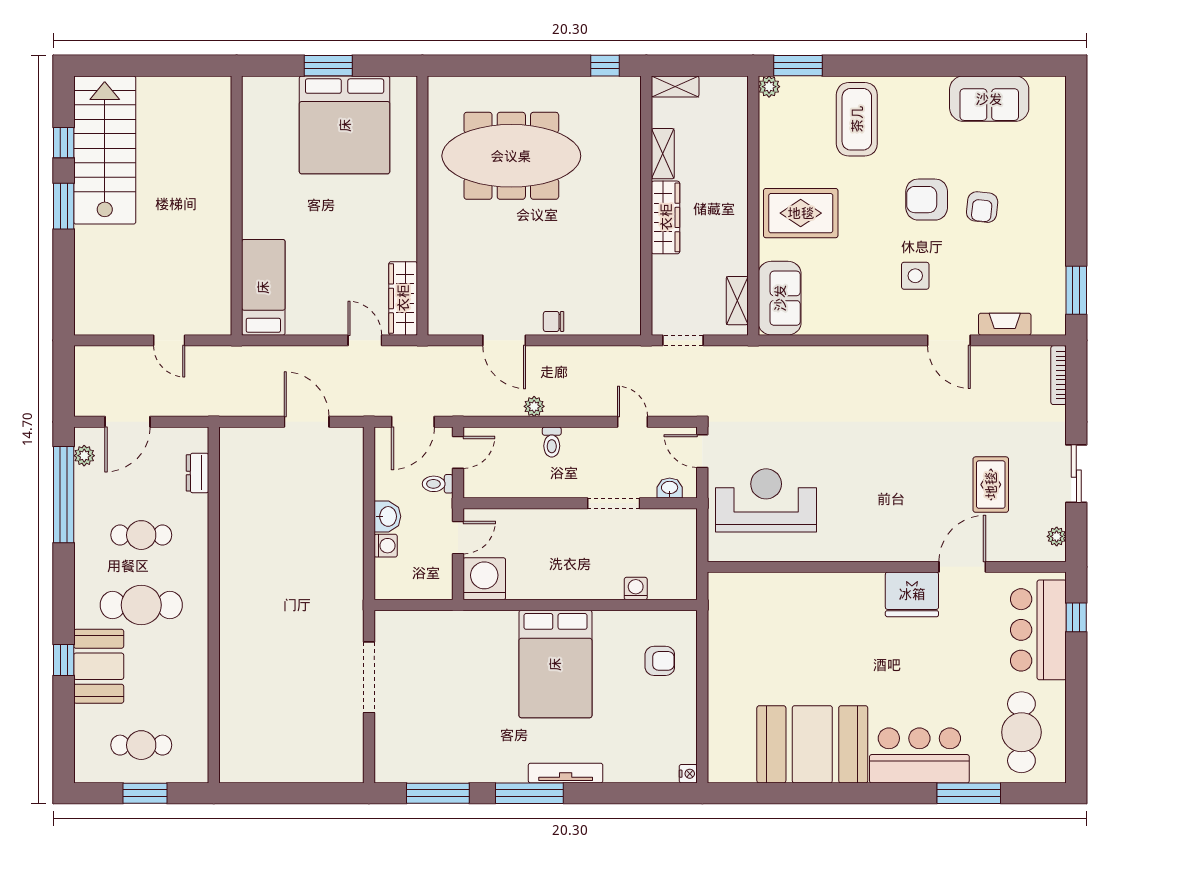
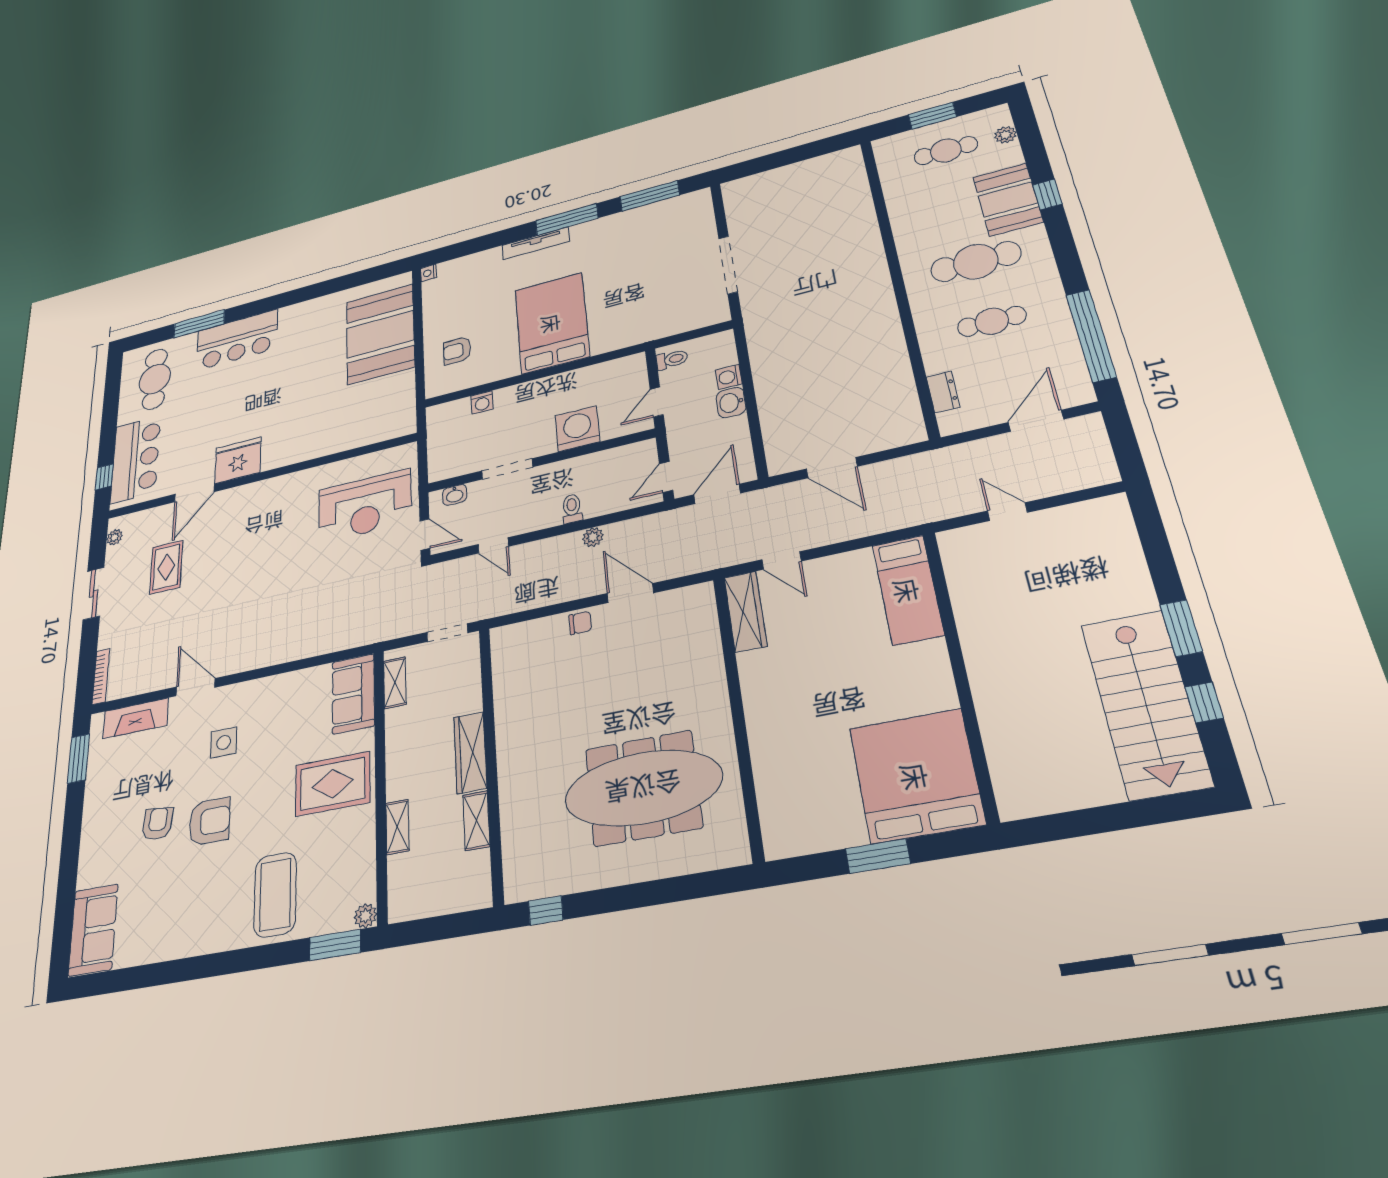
shelving: (675, 86) -> (397, 827), moved, turned 90
sofa: (989, 99) -> (93, 930), moved, turned 90
bed: (345, 125) -> (916, 776), moved
fireplace: (1005, 324) -> (136, 718), width x1.37, depth x1.32
plant: (84, 456) -> (1005, 135), moved
toilet: (438, 484) -> (672, 359), moved
washing machine: (484, 579) -> (577, 429), moved, turned 180
booth: (812, 744) -> (380, 334), moved, turned 90

